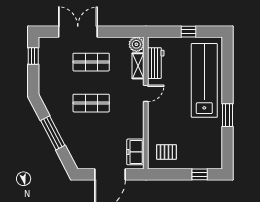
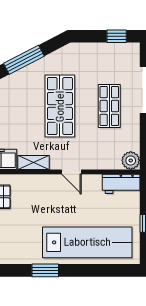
workbench: (156, 63) -> (121, 184), moved
shelving: (138, 66) -> (34, 163), moved
shop shelf: (91, 103) -> (60, 106), width x1.43, depth x1.36

